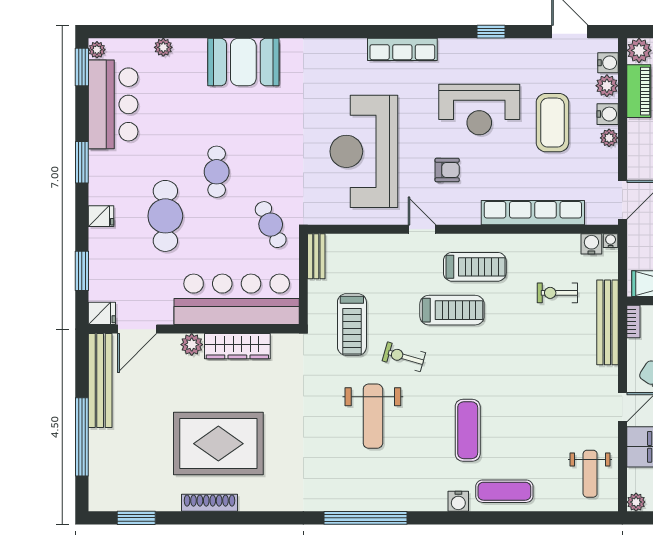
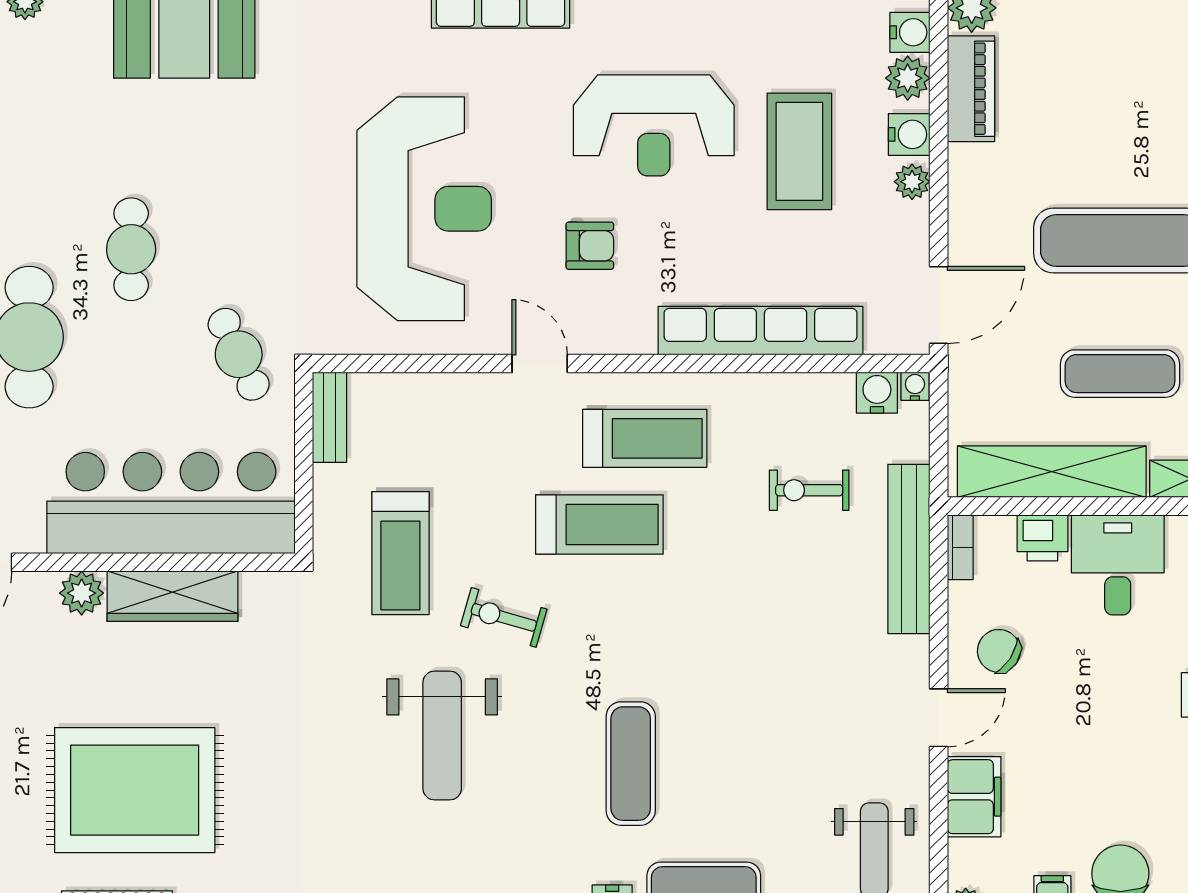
reception desk: (364, 151) -> (424, 209), turned 180

